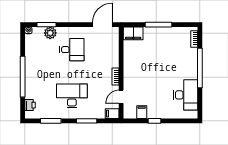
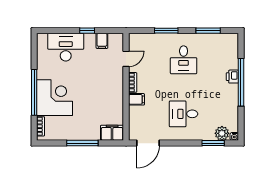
plant: (50, 33) -> (222, 133), moved
corner desk: (182, 64) -> (55, 98), added
desk: (186, 95) -> (66, 47), moved, turned 90
desk: (72, 96) -> (184, 60), width x0.73
printer: (30, 105) -> (232, 77), moved
filing cabinet: (112, 114) -> (136, 99), moved

